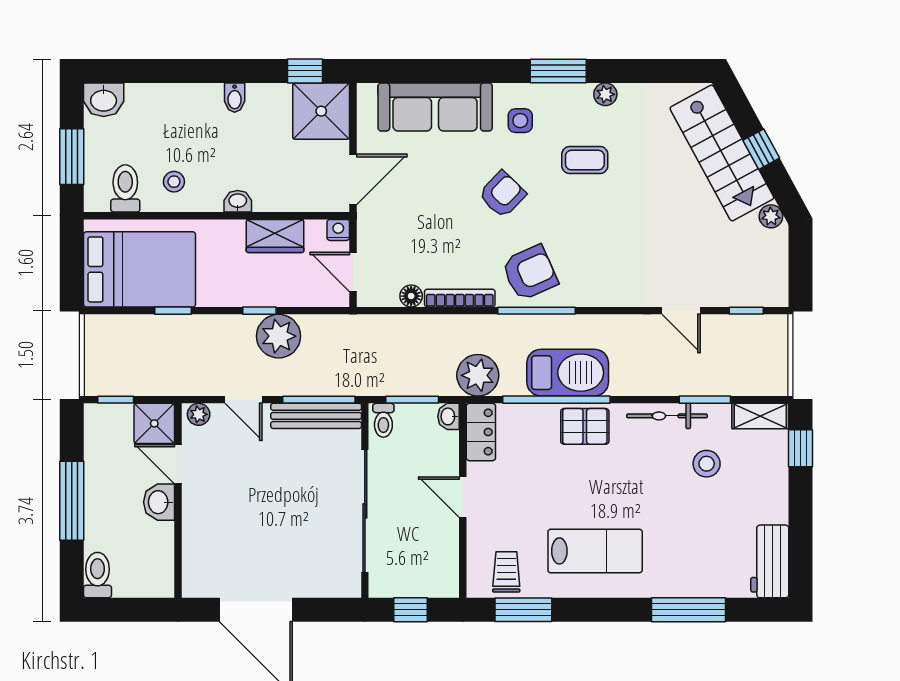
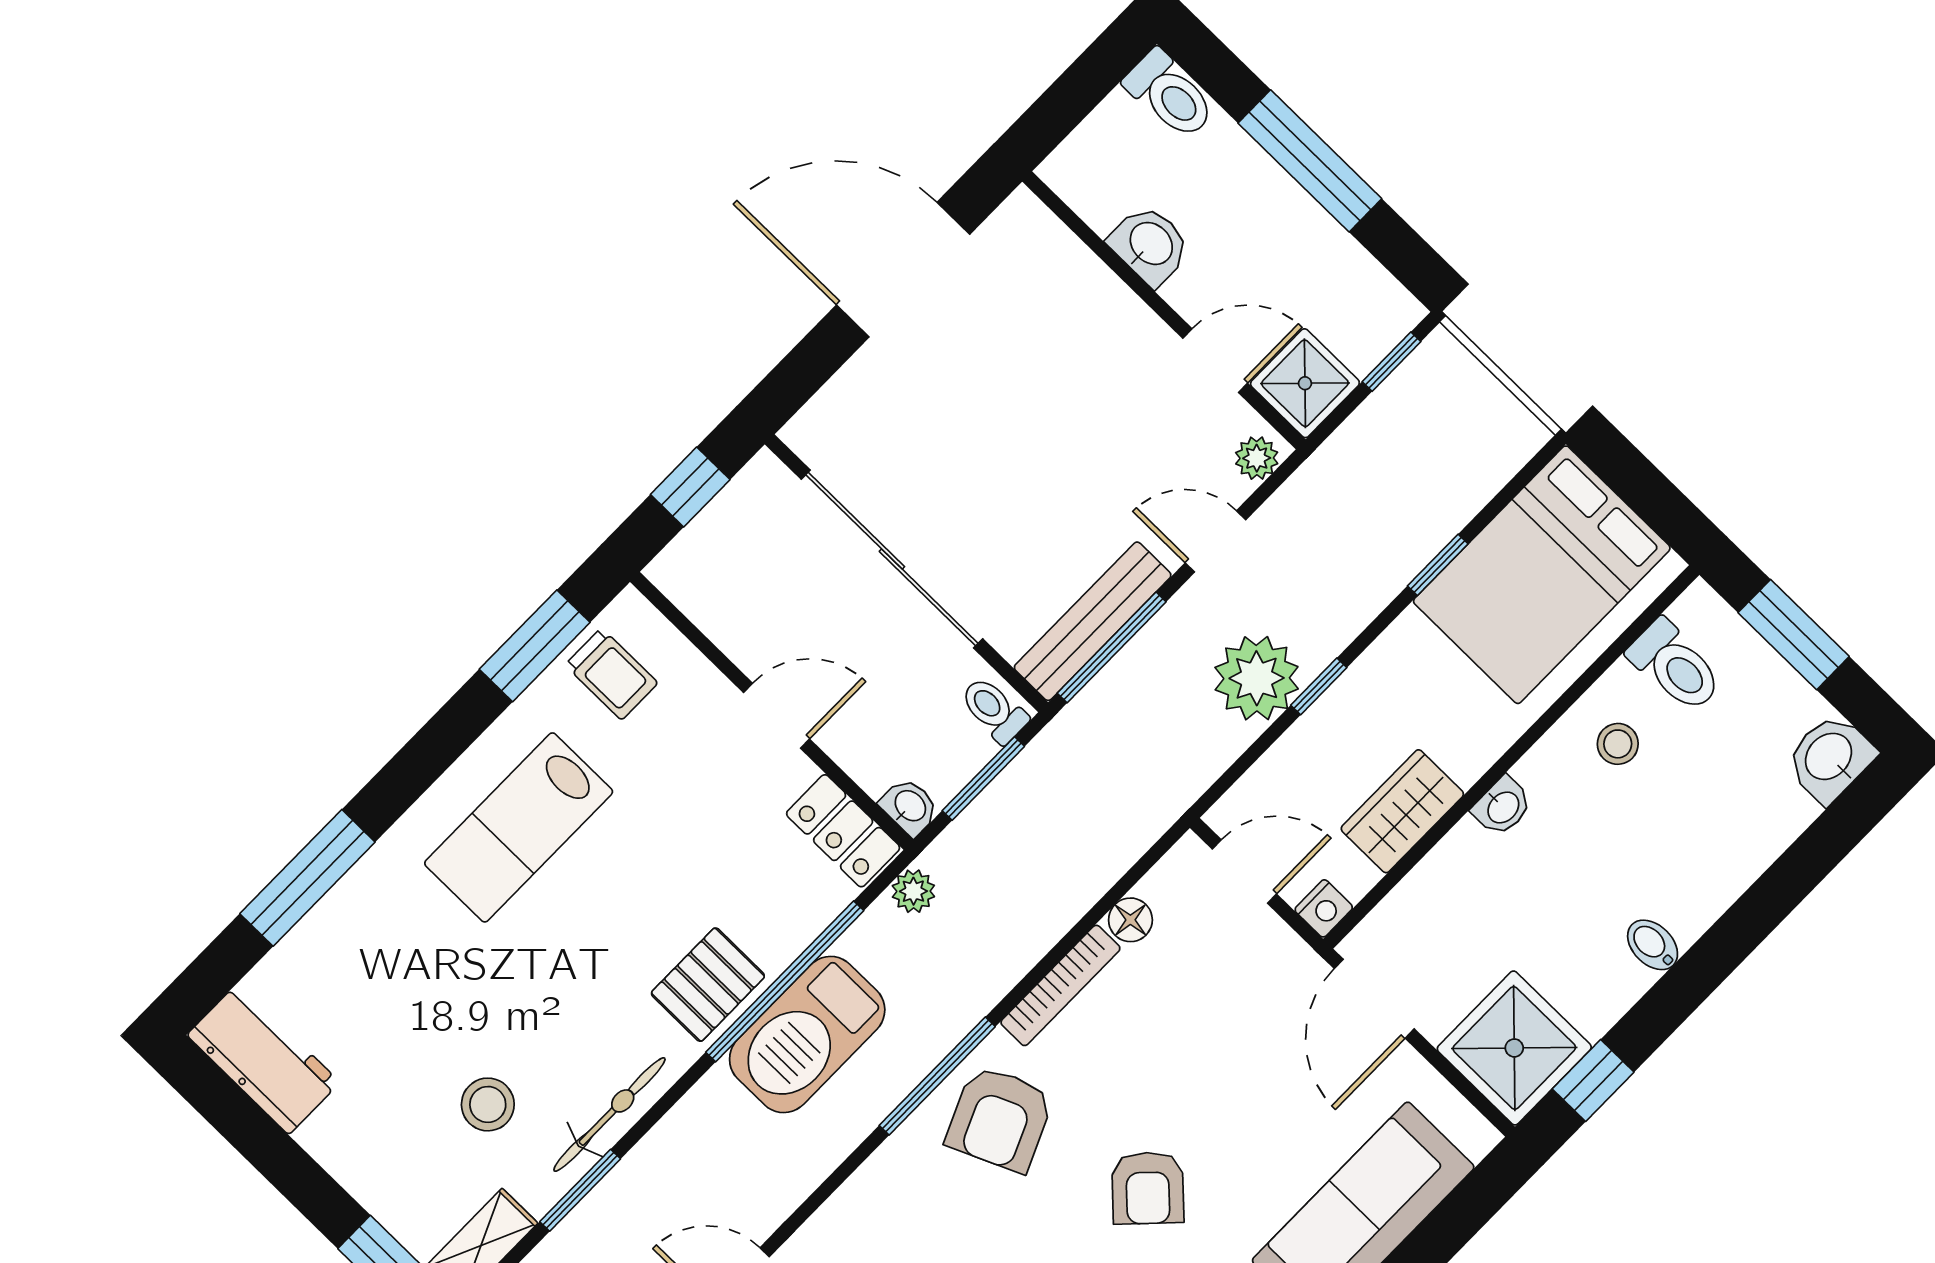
plant: (478, 375) -> (913, 891), width x0.53, depth x0.53
washbasin: (159, 502) -> (1150, 245), moved

